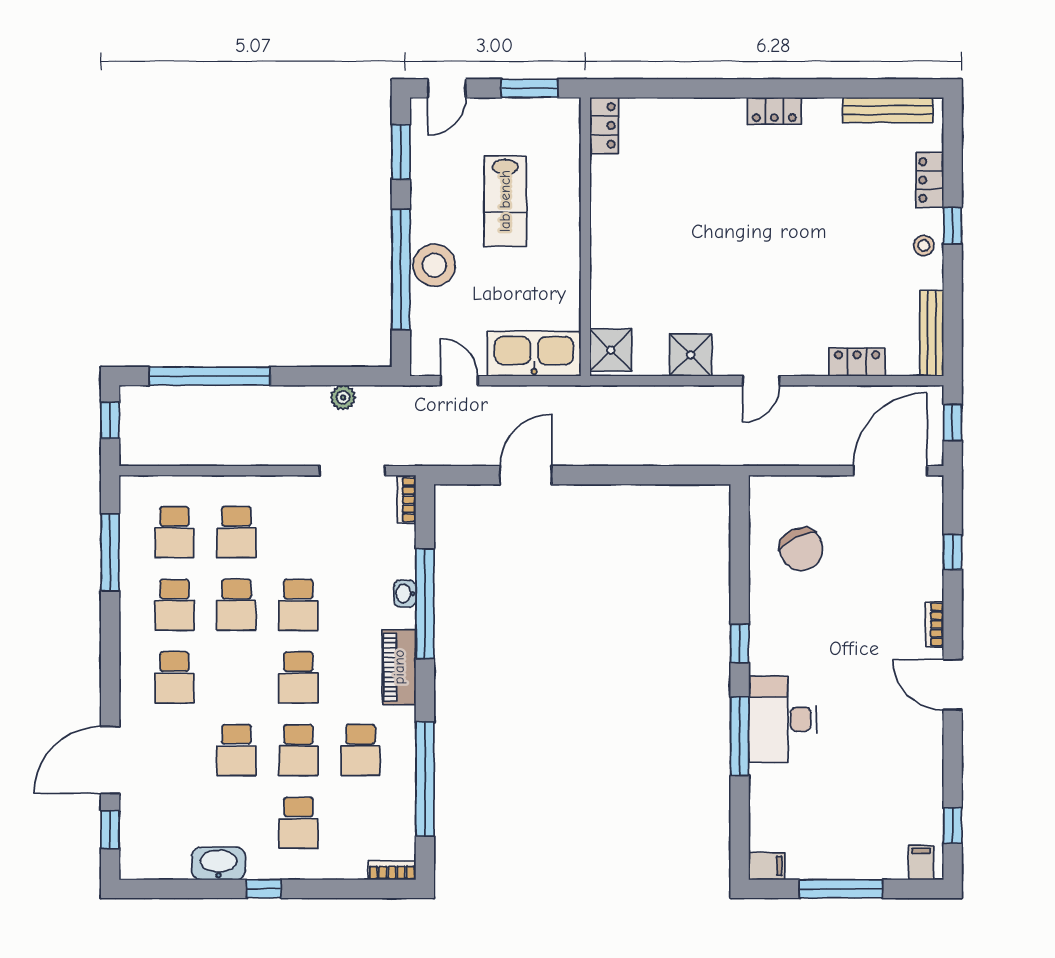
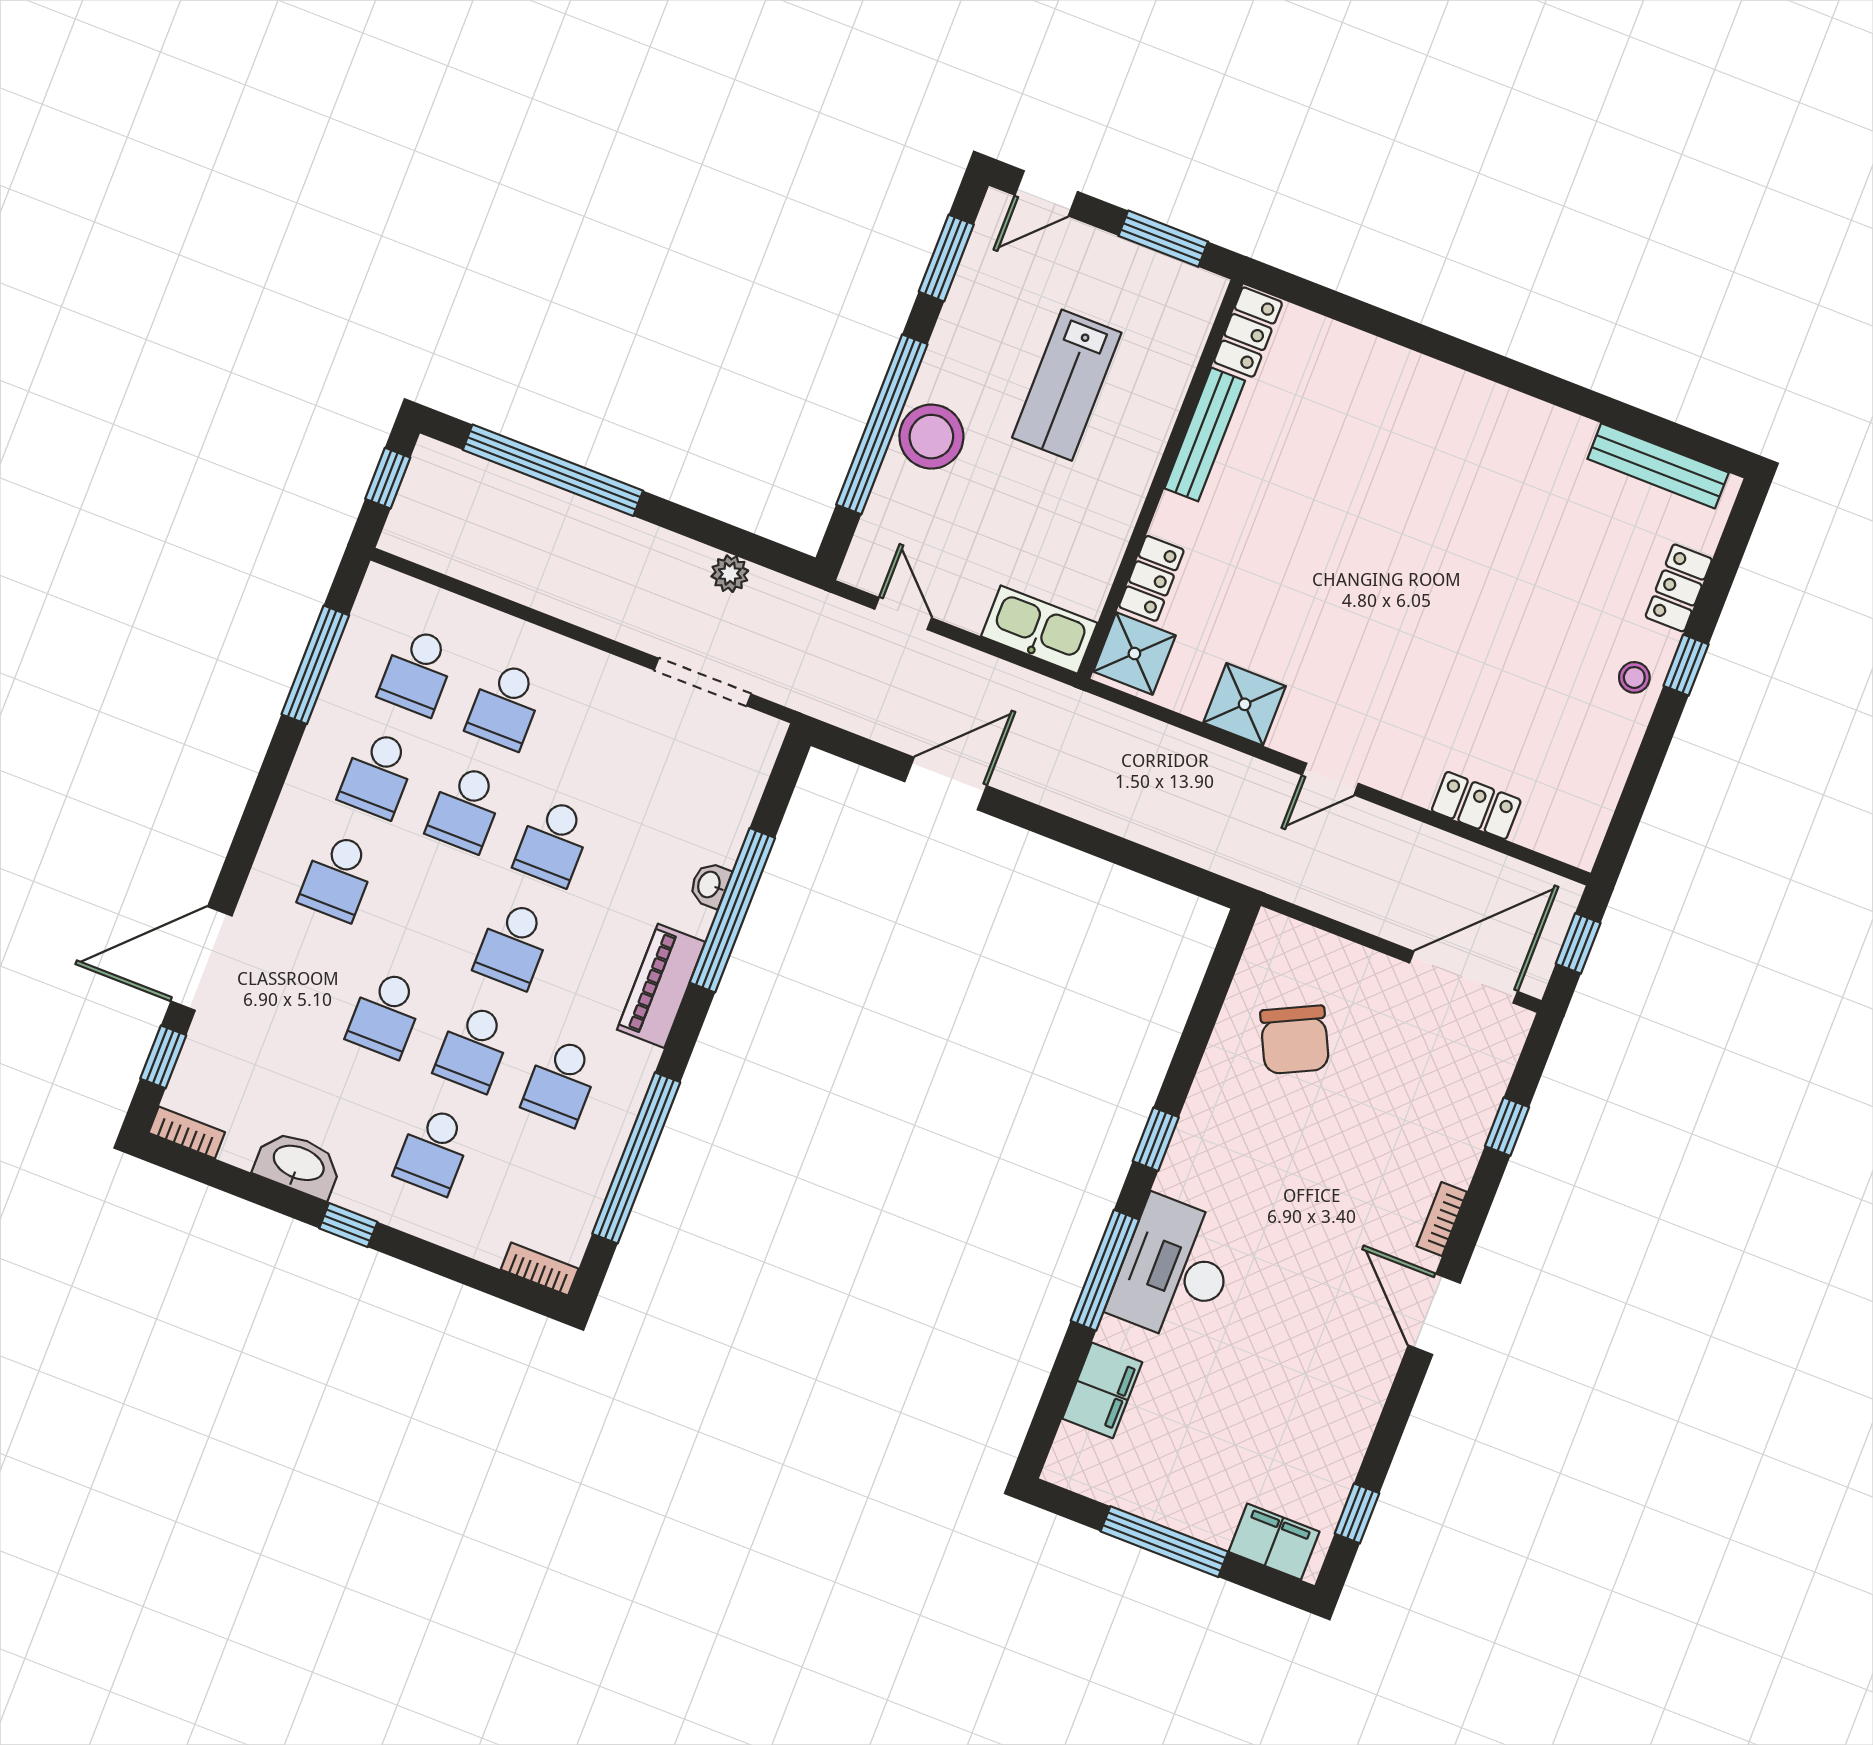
locker: (774, 111) -> (1151, 578), moved, turned -90
bench: (932, 333) -> (1205, 434), moved
kitchen sink: (534, 354) -> (1039, 630), width x0.73, depth x0.81
bookcase: (406, 500) -> (187, 1133), moved, turned 90
filing cabinet: (921, 863) -> (1274, 1542), width x2.00
filing cabinet: (767, 866) -> (1102, 1390), moved, width x2.00

